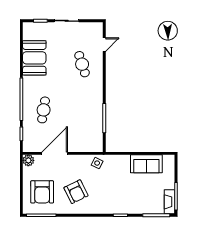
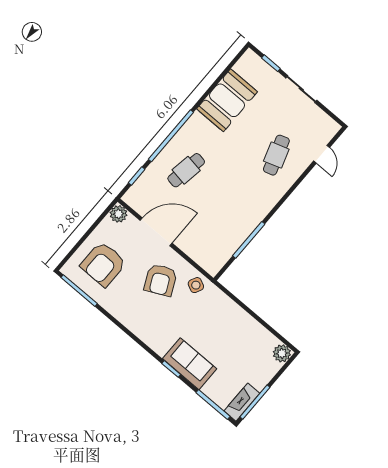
door: (104, 45) -> (322, 154), hinge flipped
plant: (169, 161) -> (282, 353), added
sofa: (146, 164) -> (190, 364), moved, turned 180
armchair: (76, 192) -> (161, 280), moved

